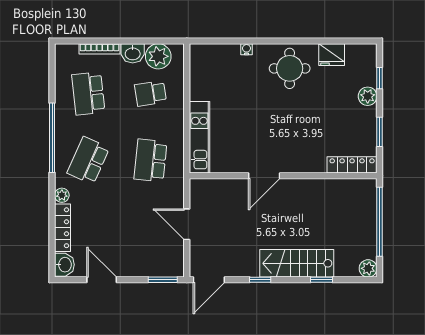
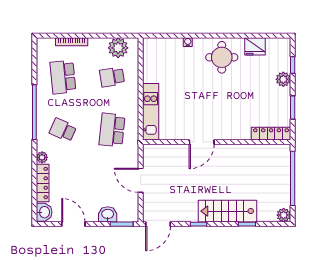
washbasin: (133, 53) -> (108, 214), moved, turned 180
school desk: (88, 160) -> (63, 130), width x0.54

